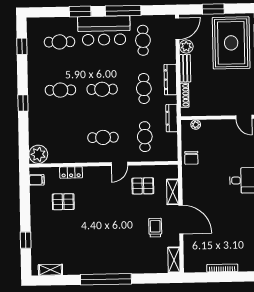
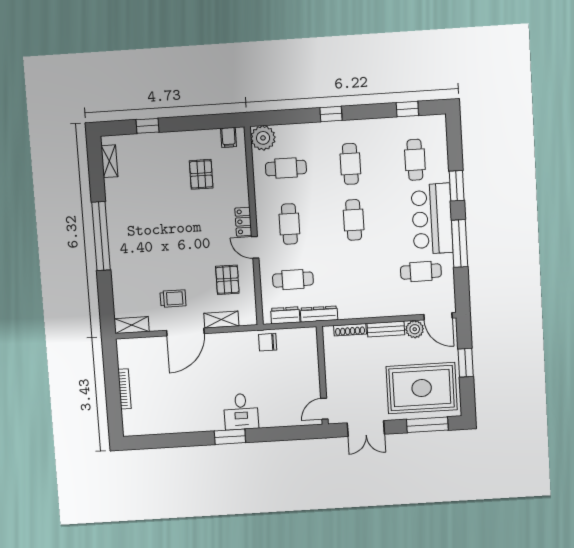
dresser: (170, 80) -> (285, 315), moved, width x0.70
cafe table: (144, 88) -> (286, 168), moved
plant: (196, 125) -> (312, 346), removed
locker: (71, 172) -> (243, 222), moved

